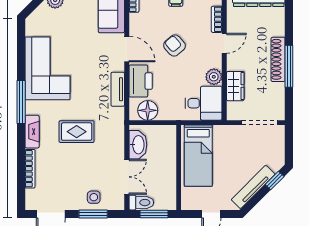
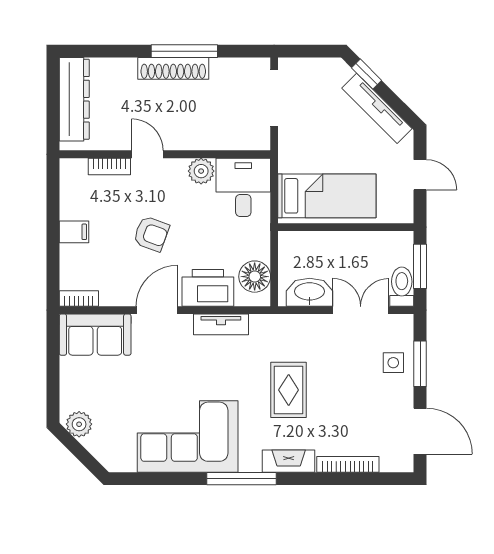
armchair: (174, 46) -> (151, 234), turned -119
wardrobe: (235, 86) -> (216, 137), removed

